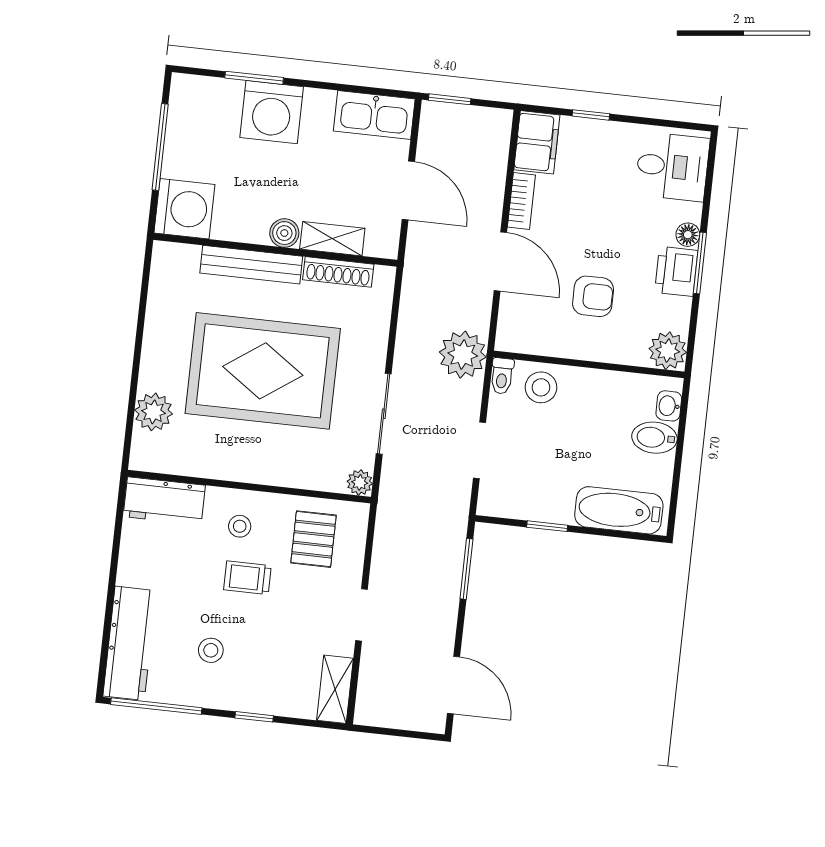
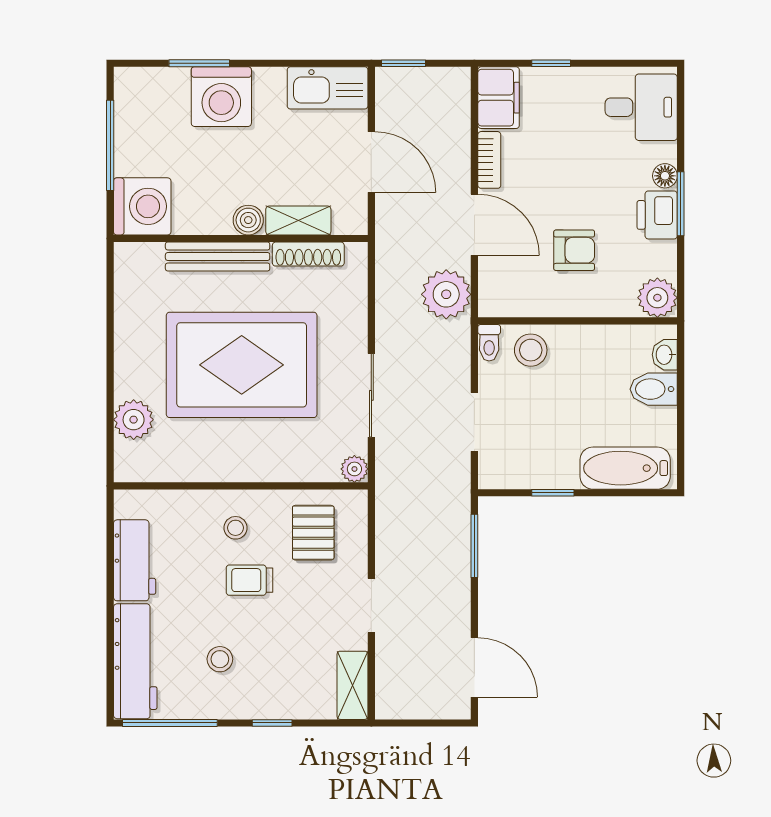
plant: (463, 355) -> (446, 294), moved
workbench: (164, 501) -> (135, 560), moved, turned -90

